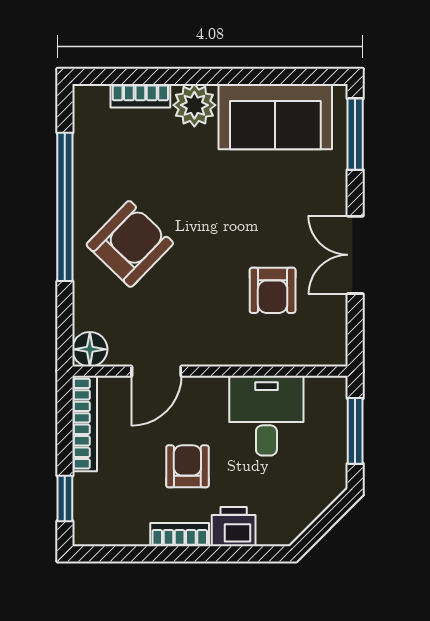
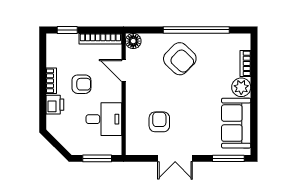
double door: (355, 255) -> (175, 158), swing flipped
armchair: (273, 290) -> (159, 122), turned 90

